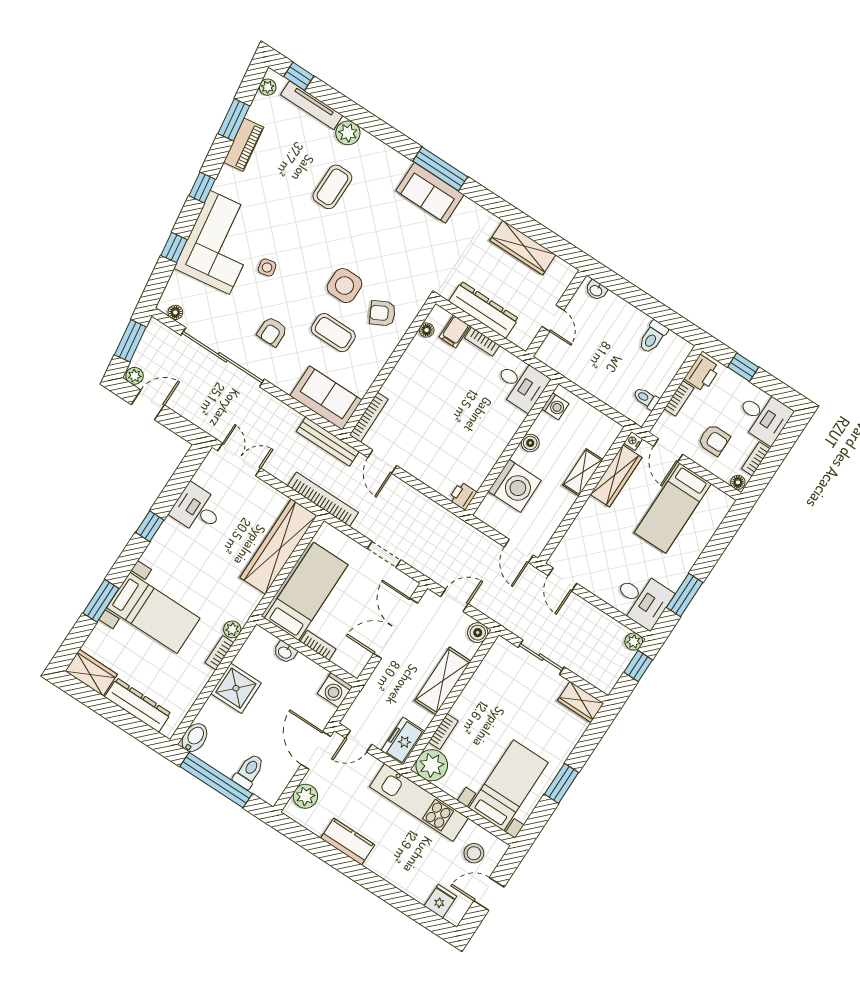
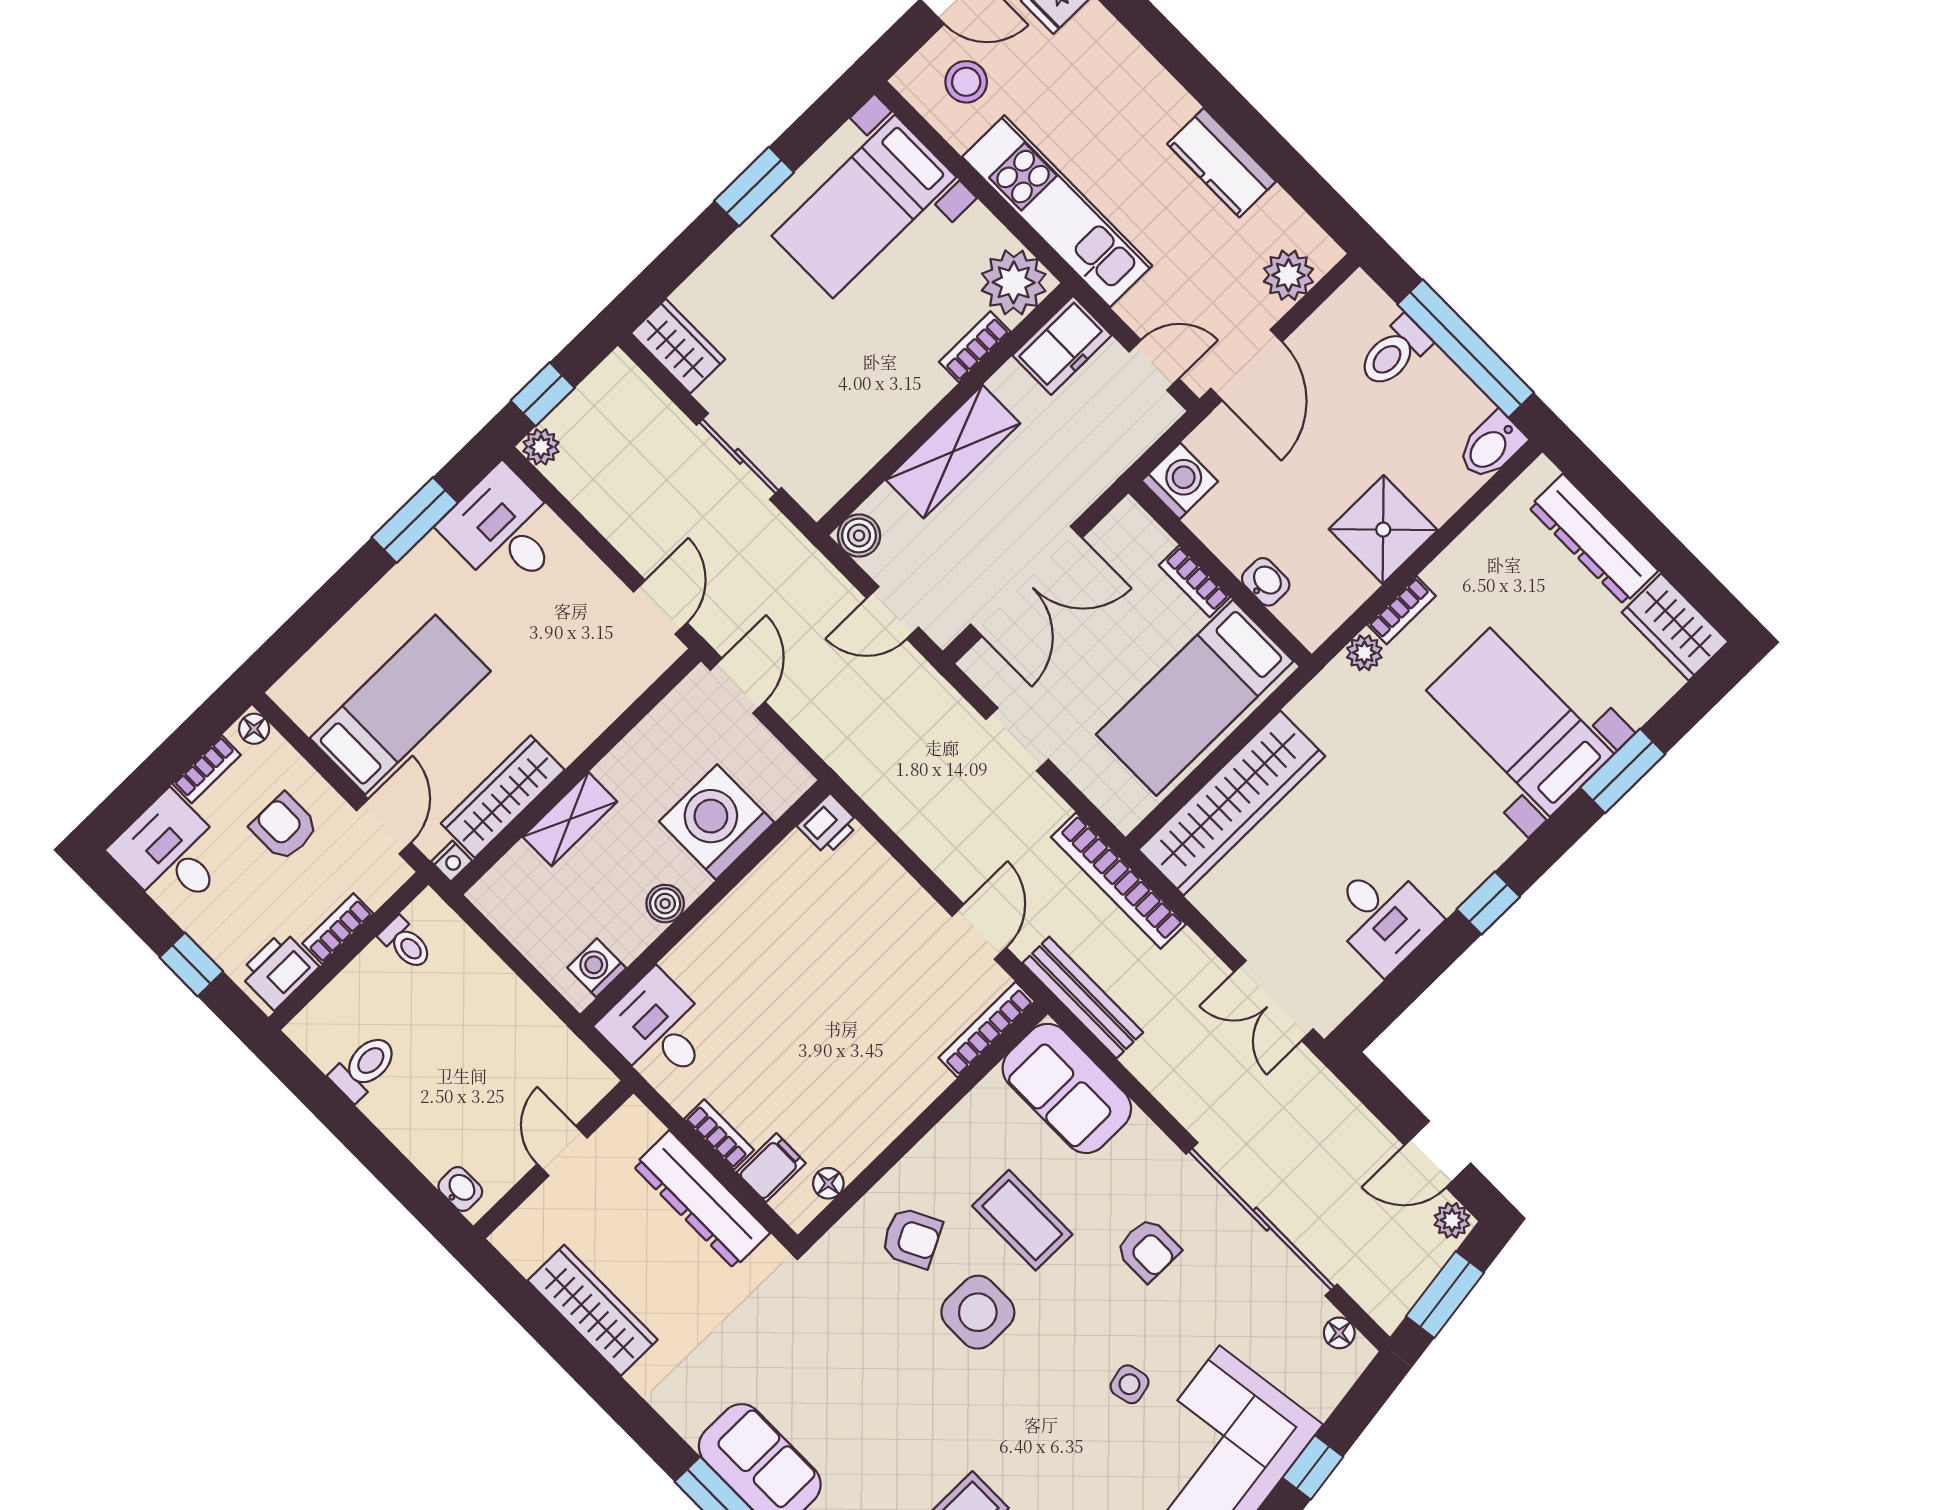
armchair: (272, 332) -> (1148, 1250), turned 90

